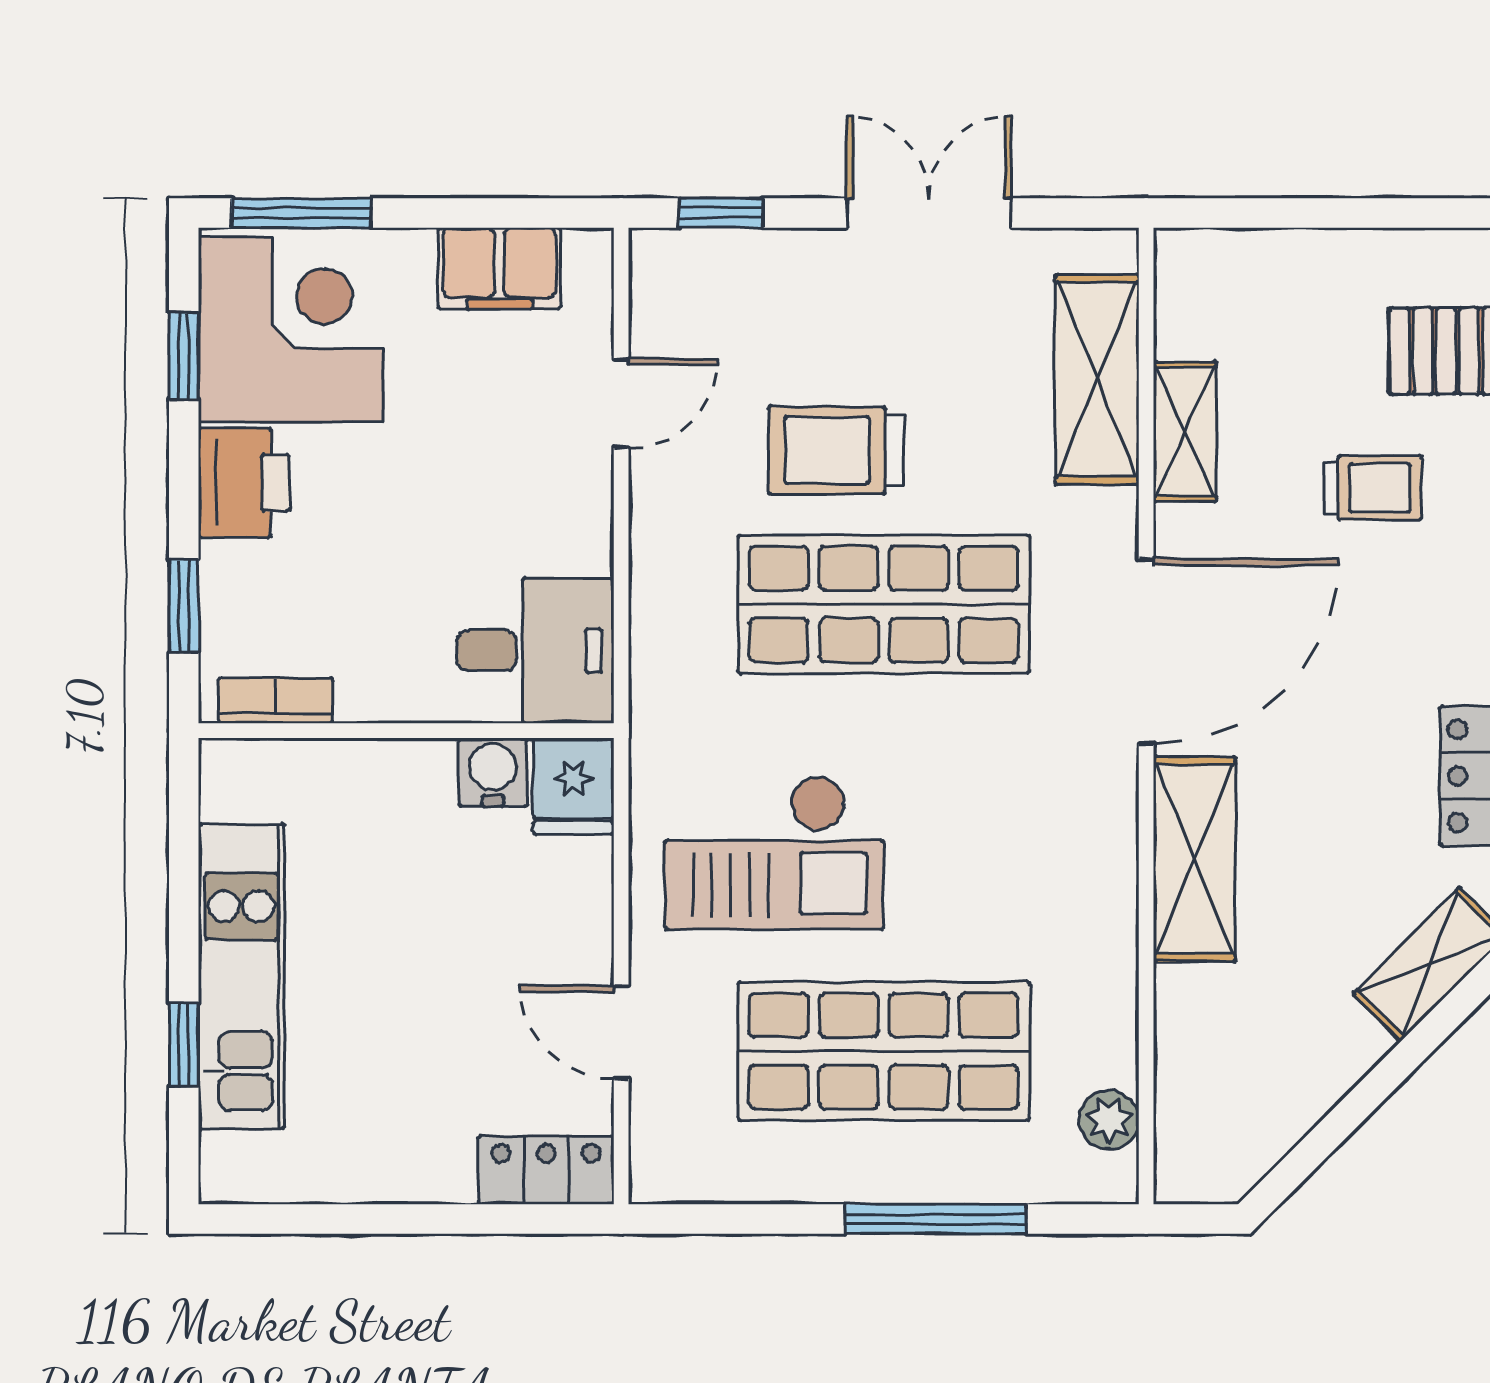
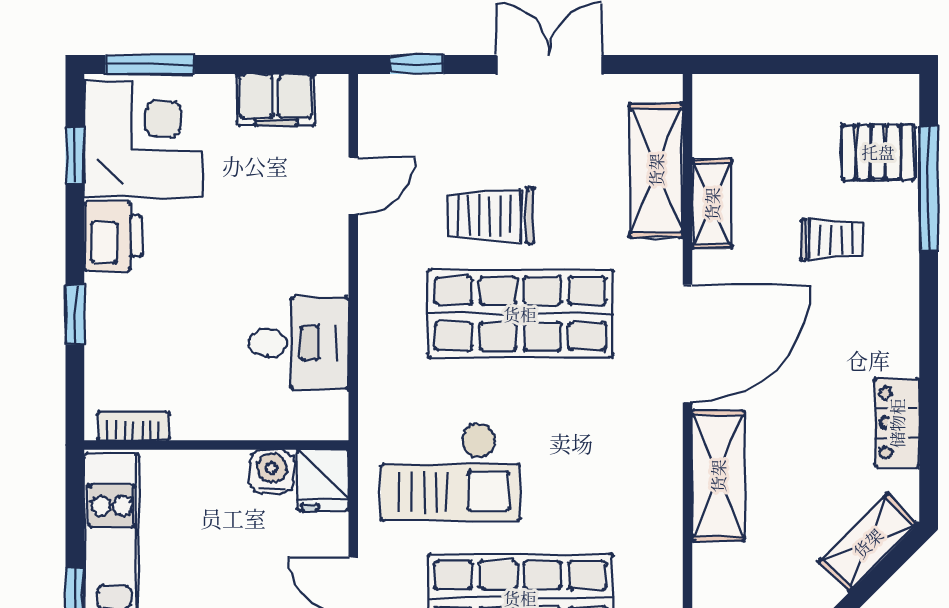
bookcase: (275, 701) -> (133, 426), moved
wall: (406, 731) -> (216, 445), moved
water cooler: (493, 772) -> (272, 471), moved
fridge: (573, 786) -> (323, 480), moved

